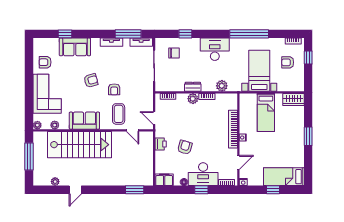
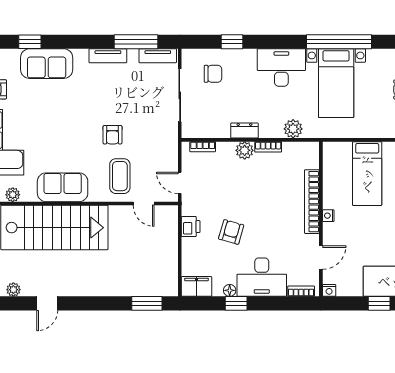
bed with nightstands: (259, 71) -> (336, 83), moved, turned 180
armchair: (91, 80) -> (74, 120), removed
window: (201, 190) -> (236, 303), moved

